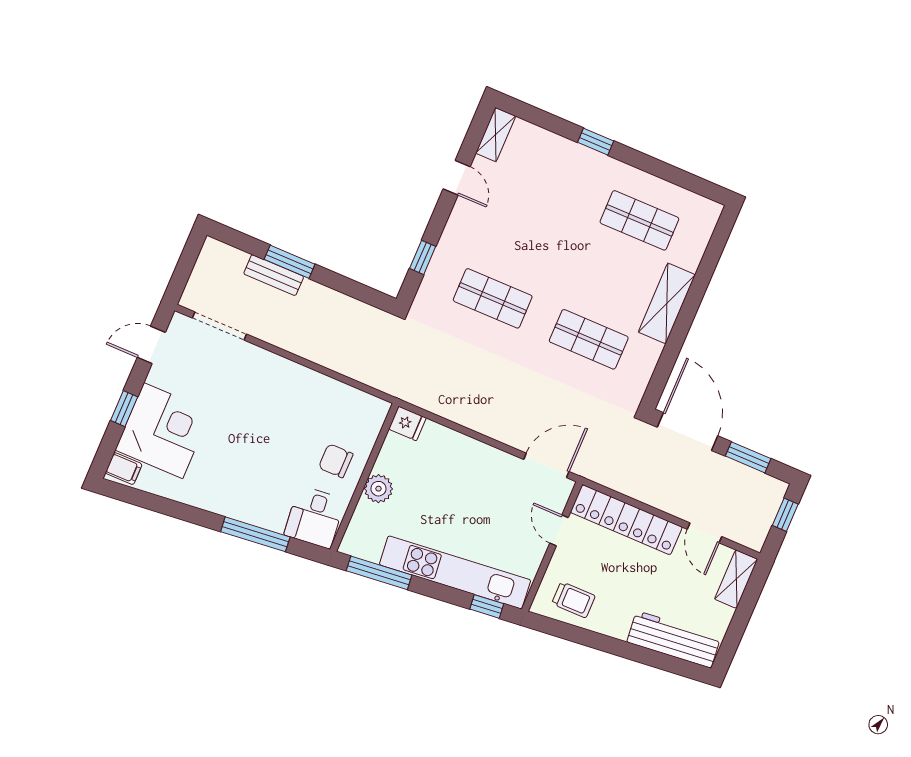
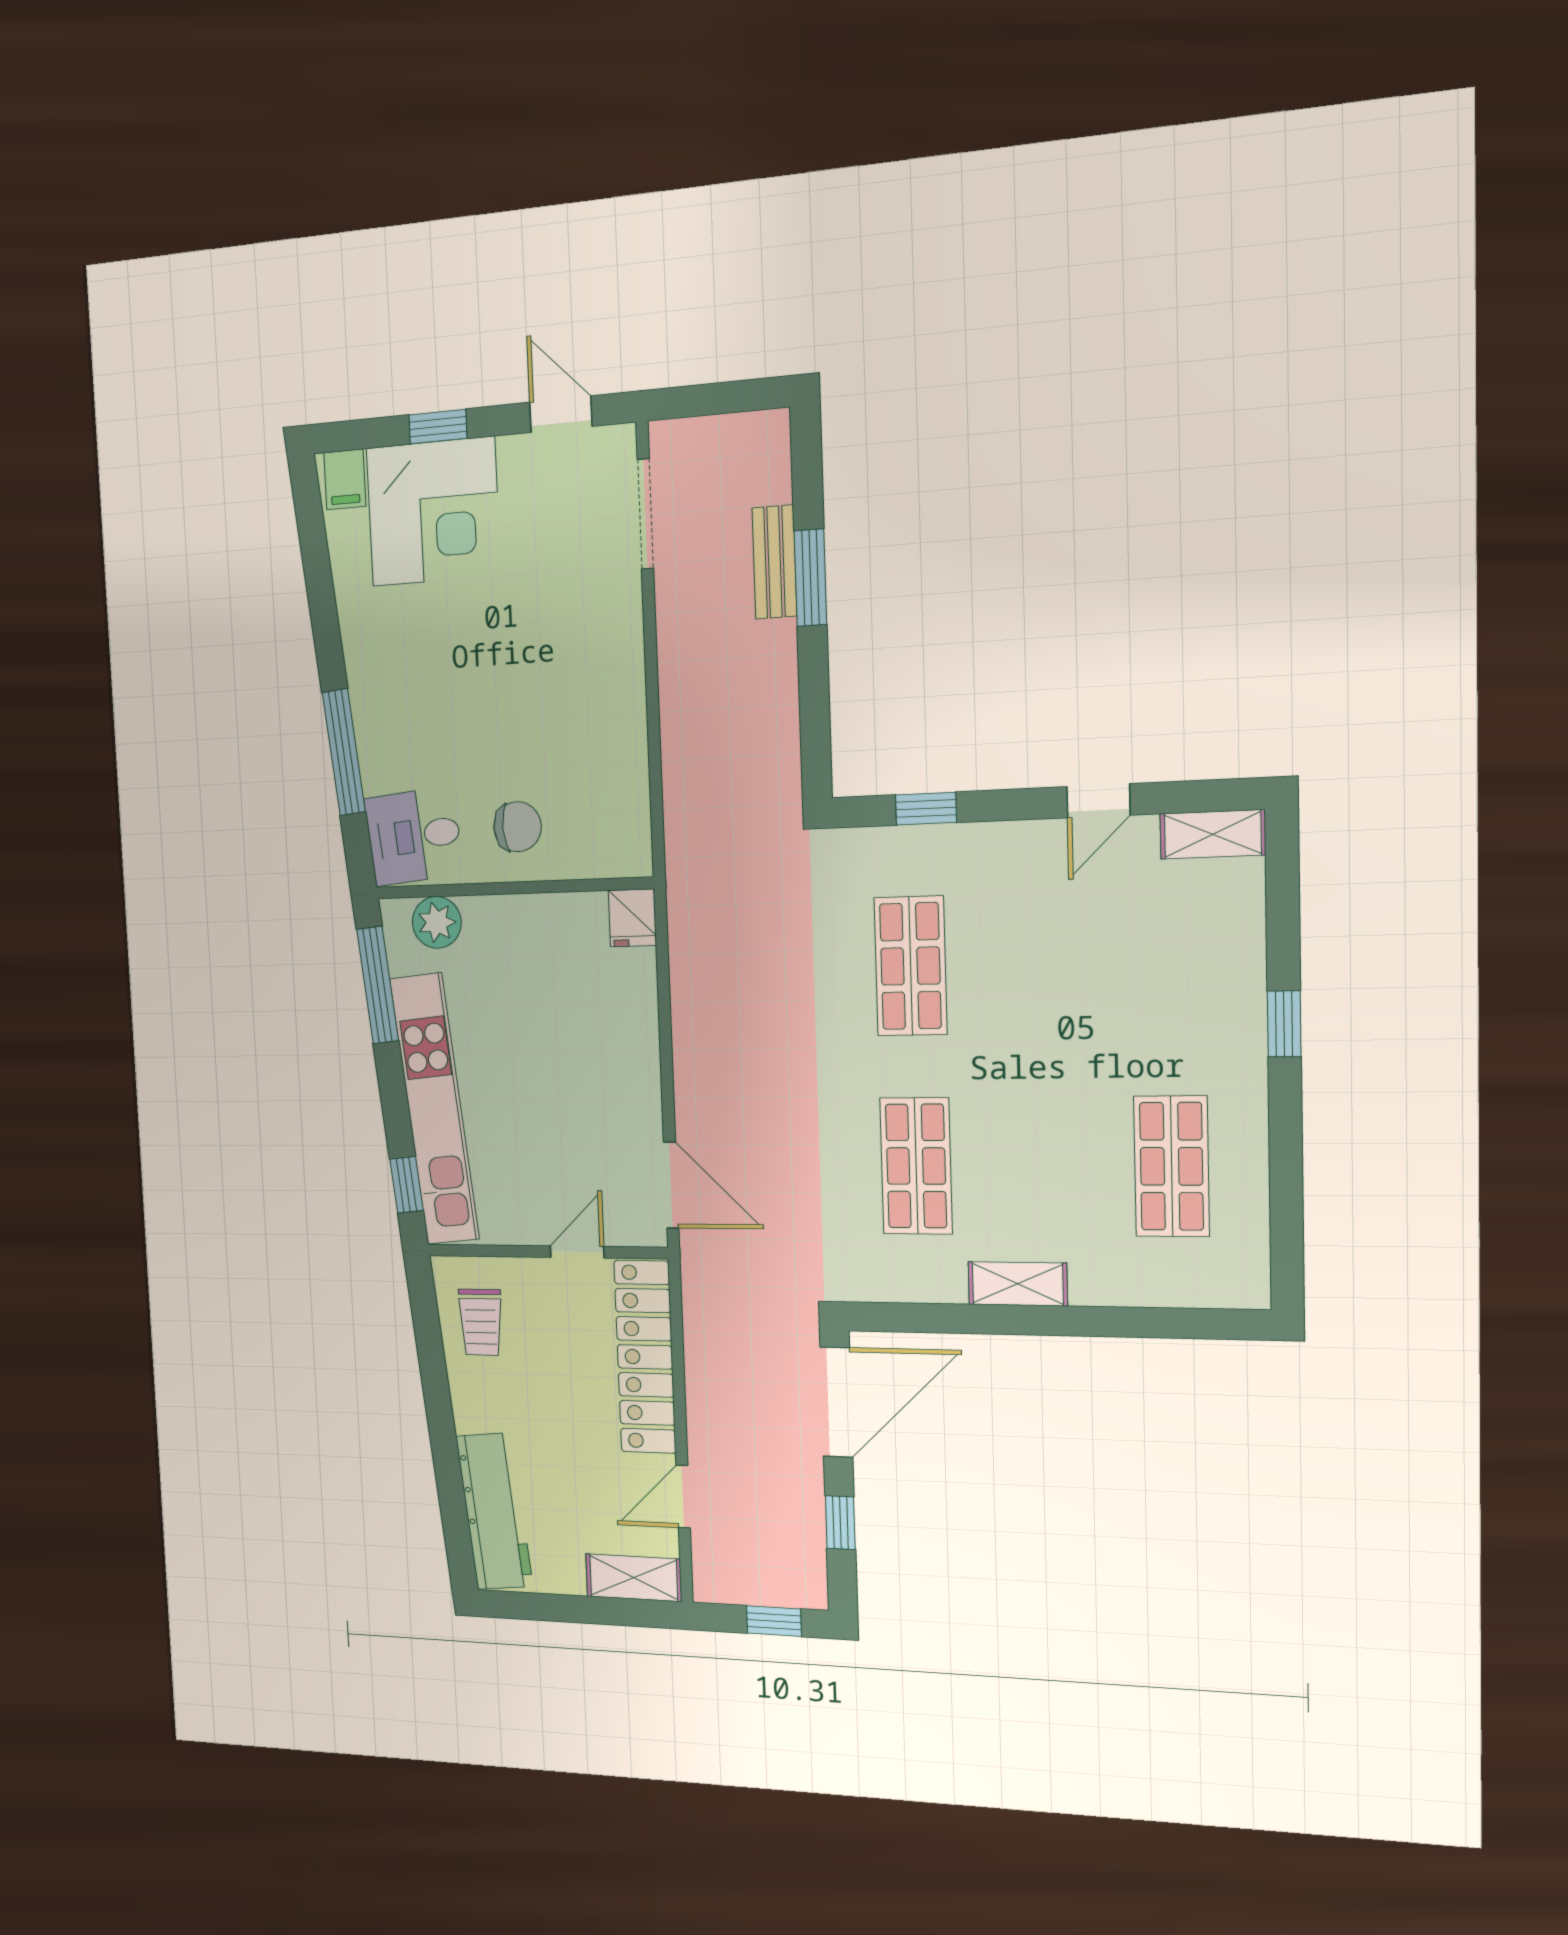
shelving: (667, 303) -> (1018, 1284), width x0.67, depth x0.75
window: (748, 457) -> (840, 1523), width x0.67
chair: (336, 461) -> (518, 827), turned 87
plant: (378, 489) -> (437, 922), moved

